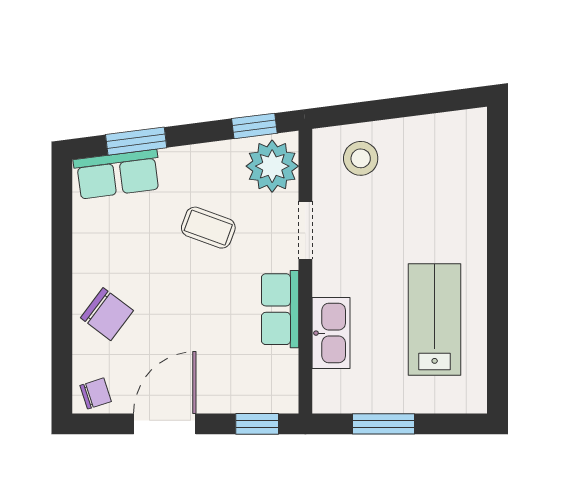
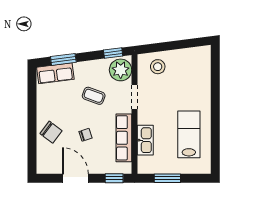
row of seats: (280, 309) -> (124, 138), width x1.48
chair: (96, 393) -> (86, 135), moved
door: (165, 424) -> (75, 178), hinge flipped

